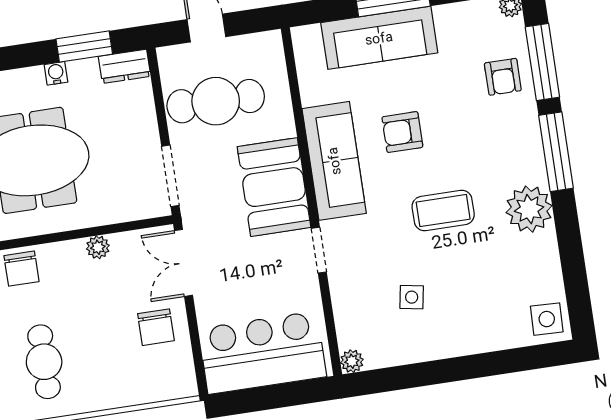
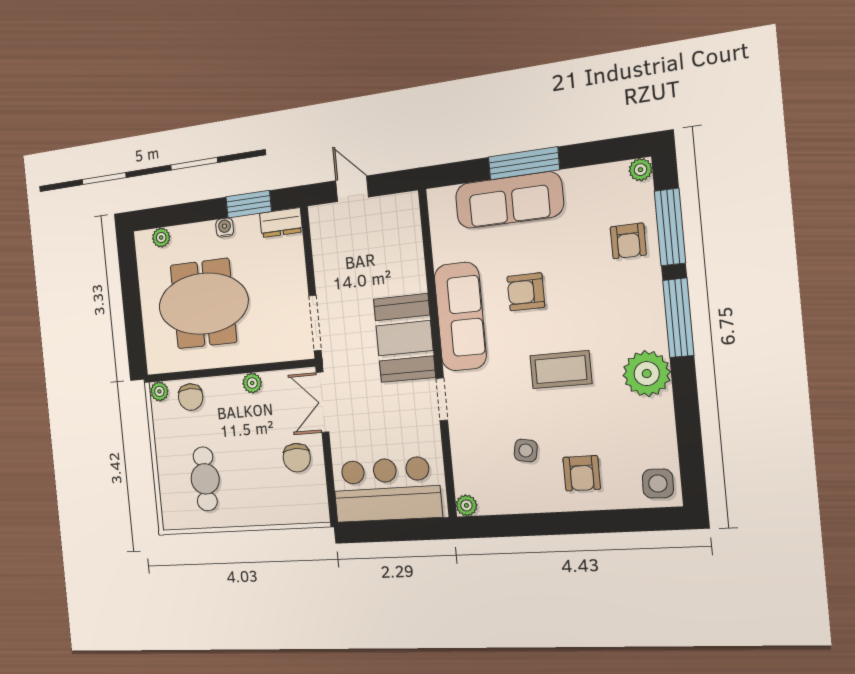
cafe table: (216, 101) -> (357, 257), removed
armchair: (471, 316) -> (582, 473), added

